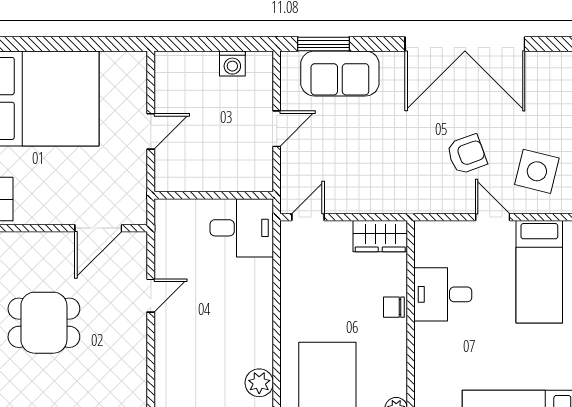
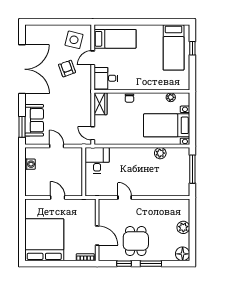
door: (98, 228) -> (97, 236), moved
desk: (443, 294) -> (106, 78), moved, turned 90

